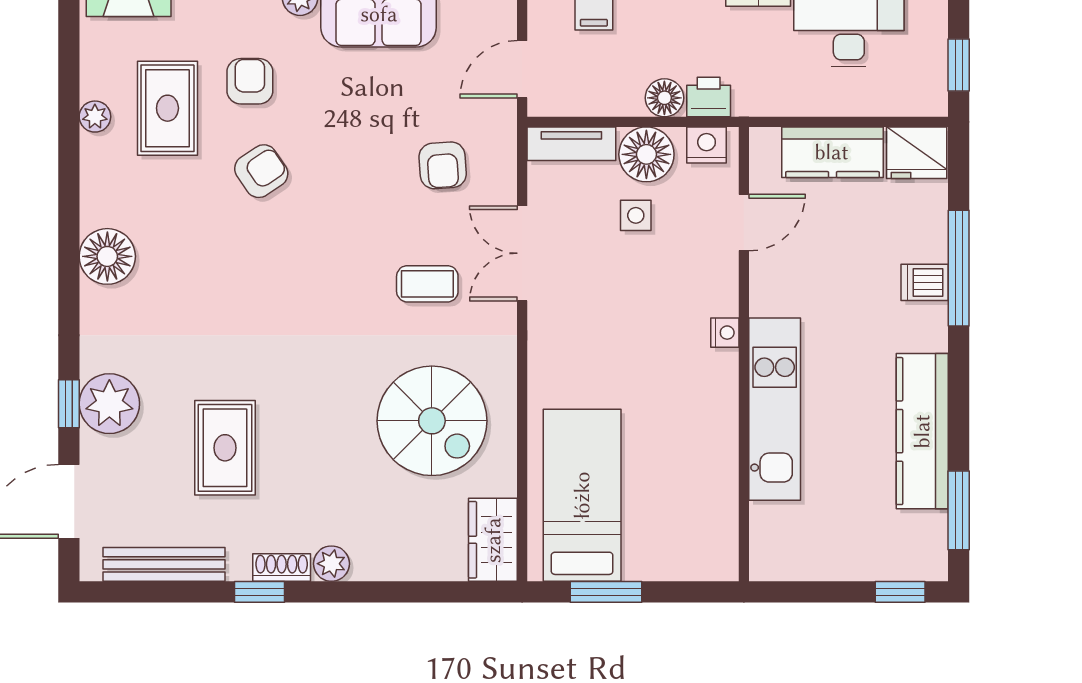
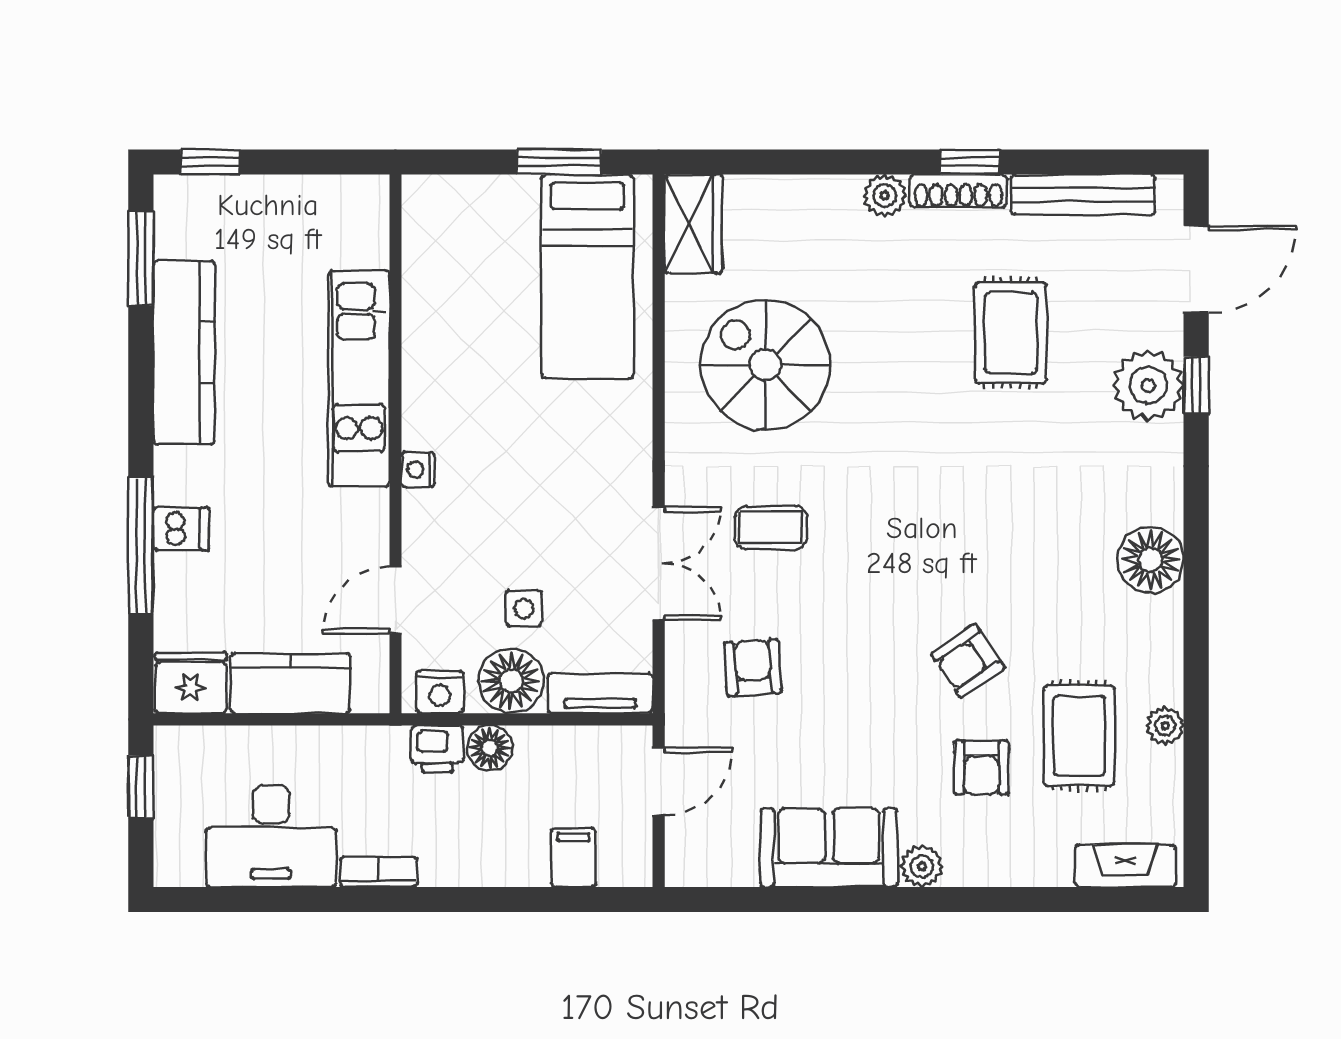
shoe rack: (282, 567) -> (958, 191), width x1.43

